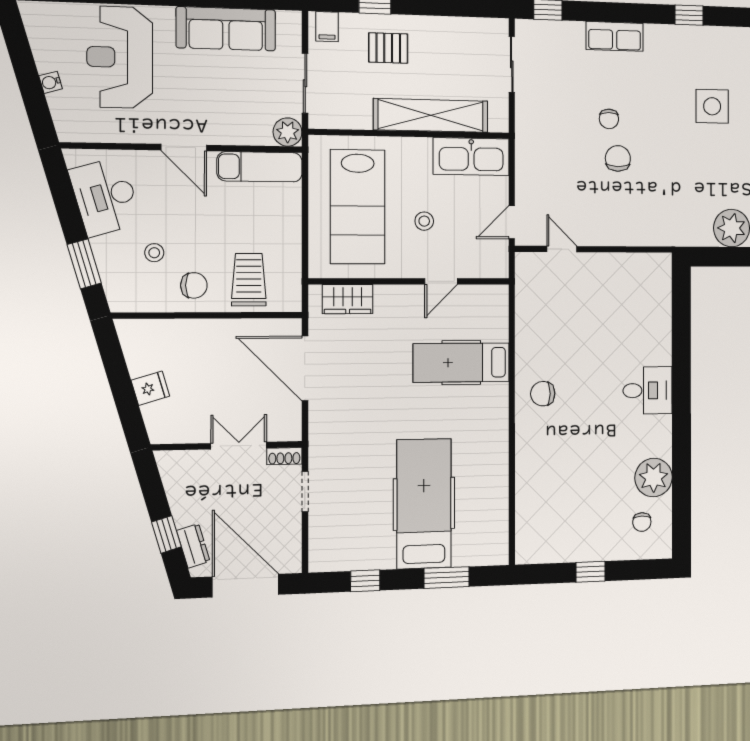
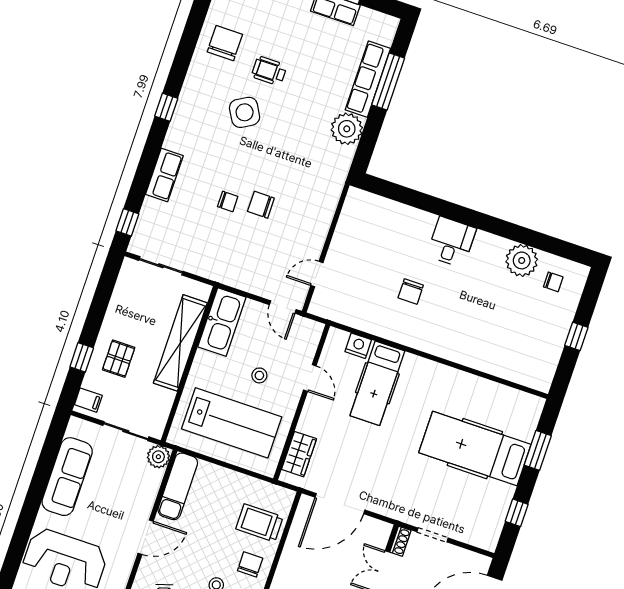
side table: (712, 106) -> (245, 112), turned -30
nightstand: (497, 325) -> (358, 346), added
chair: (543, 394) -> (411, 291), moved

